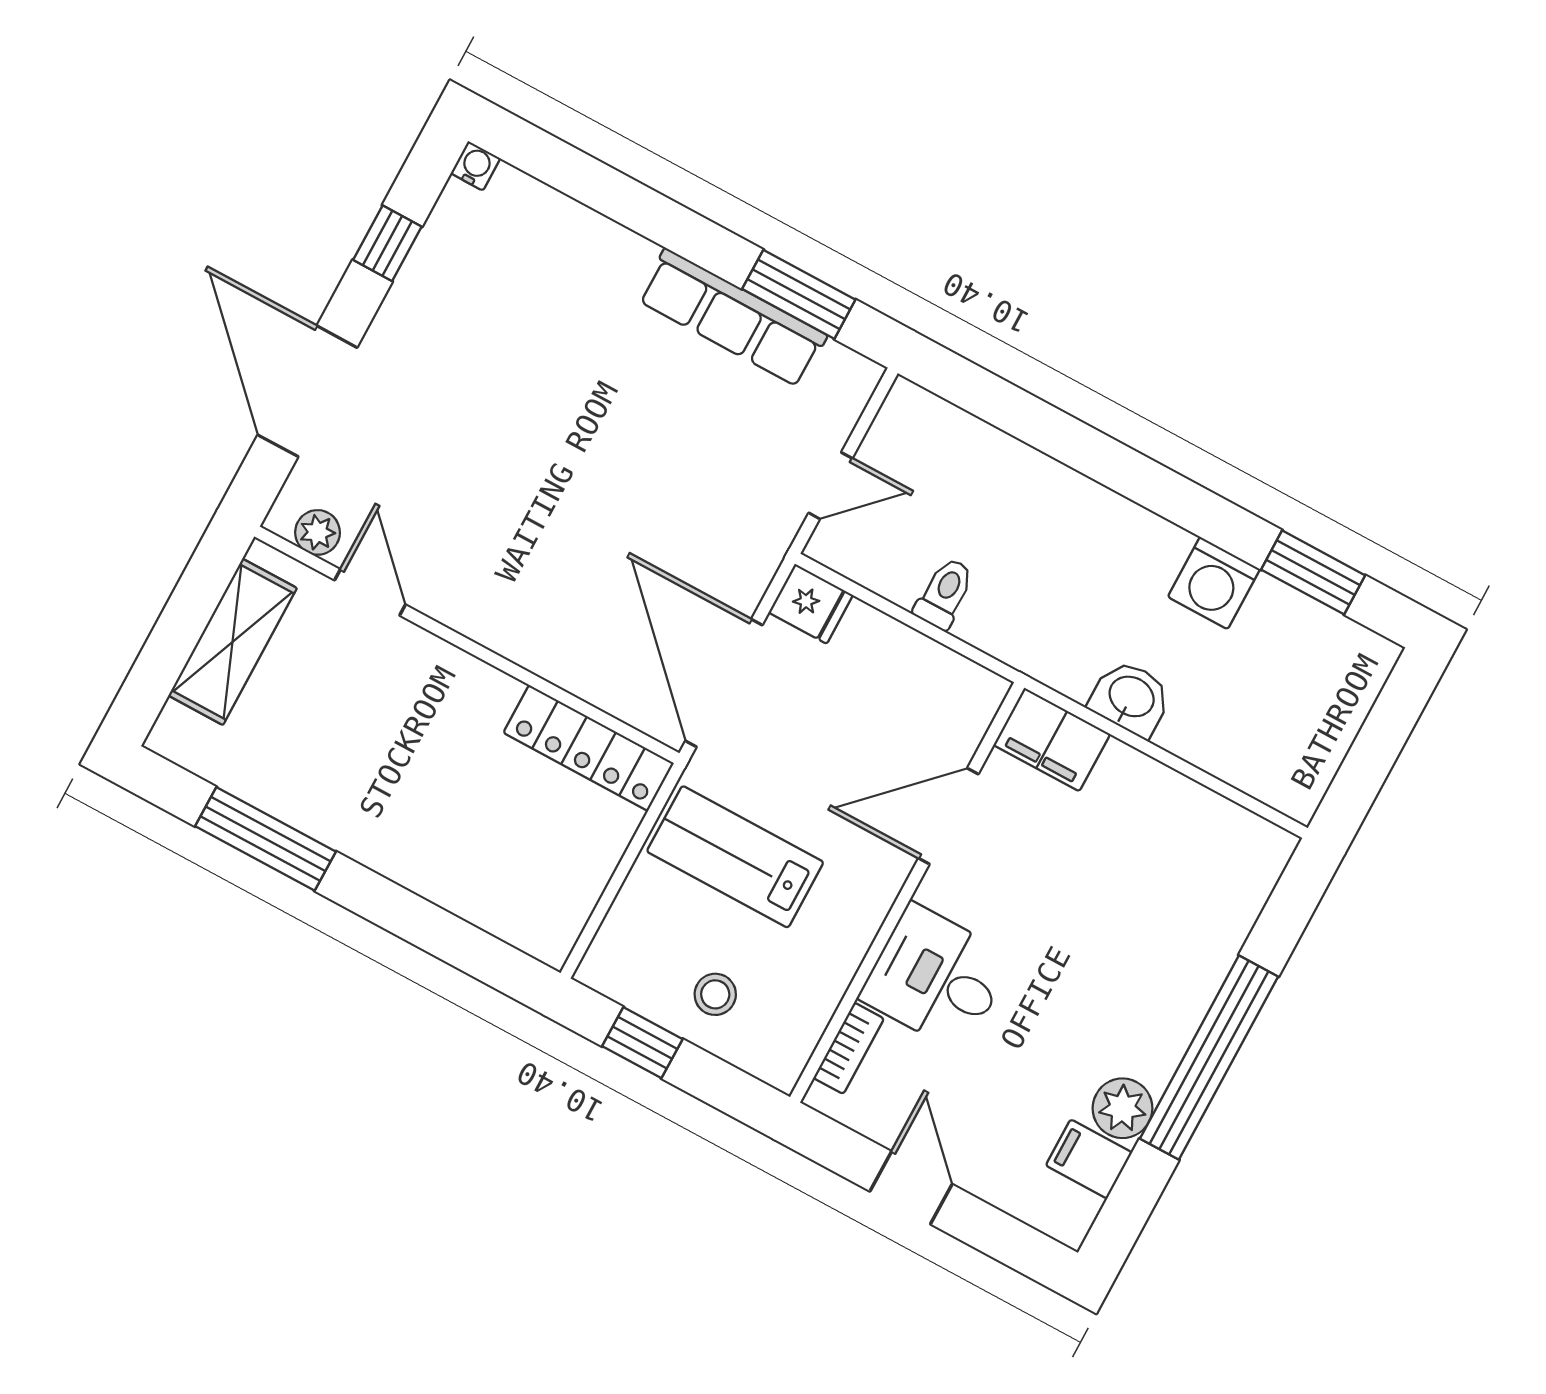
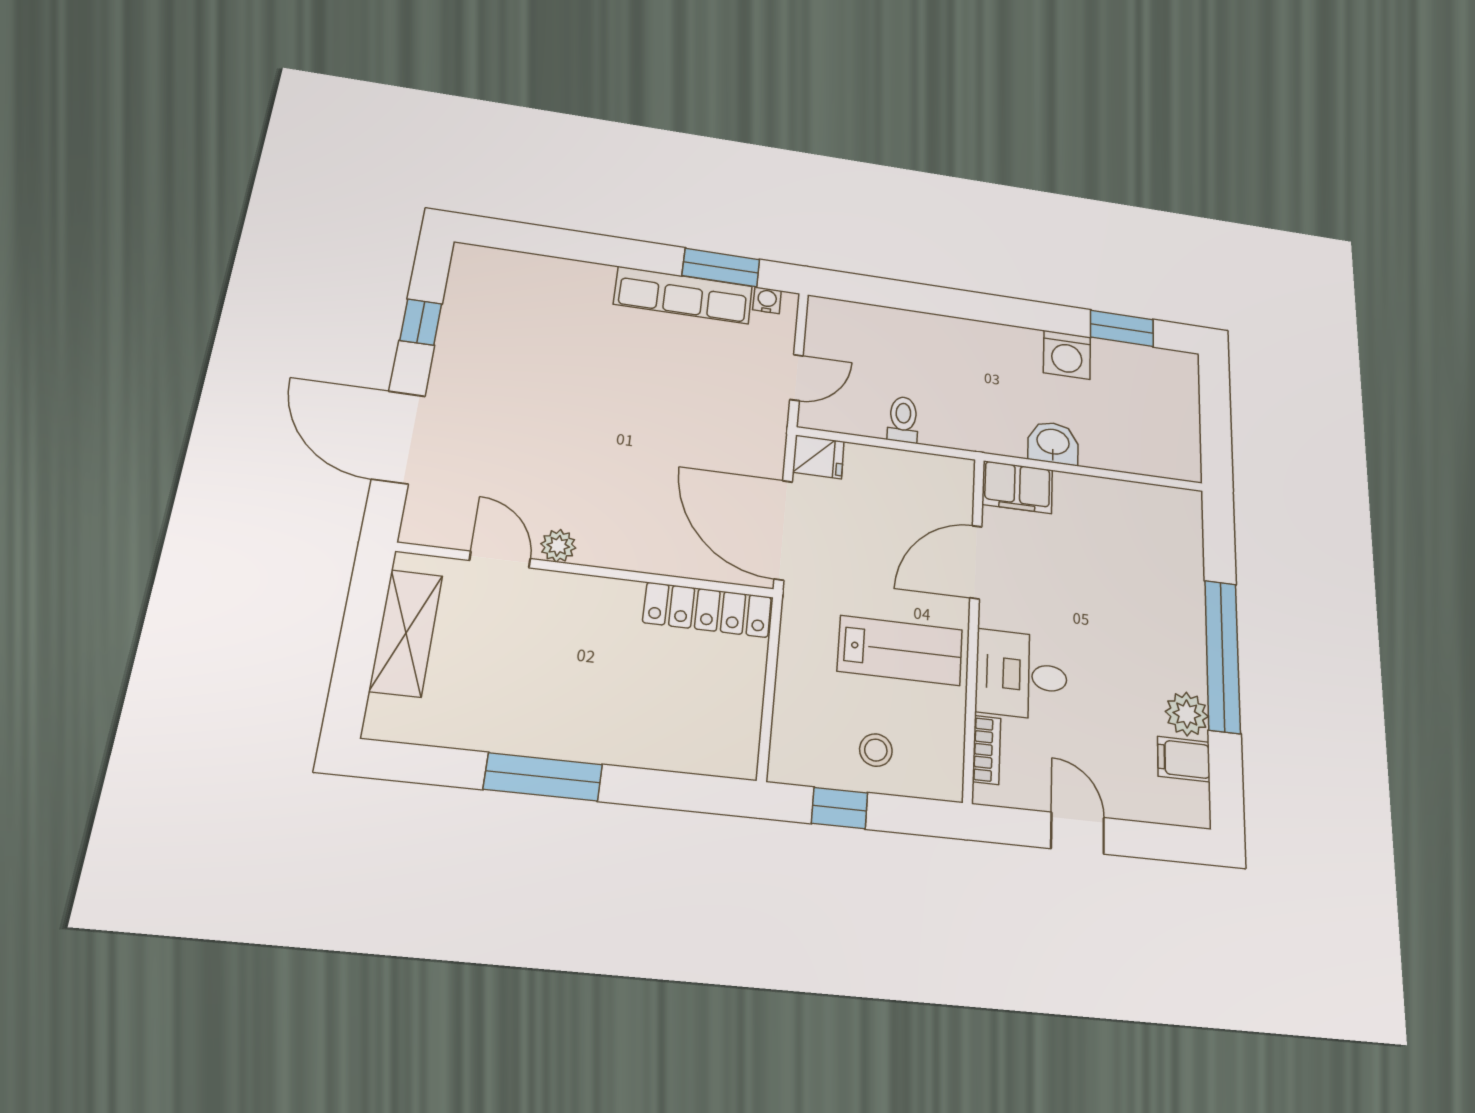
water cooler: (476, 166) -> (767, 300), moved
plant: (318, 532) -> (558, 546), moved
window: (266, 839) -> (543, 777), moved
lab bench: (735, 857) -> (900, 650), moved, turned 180

